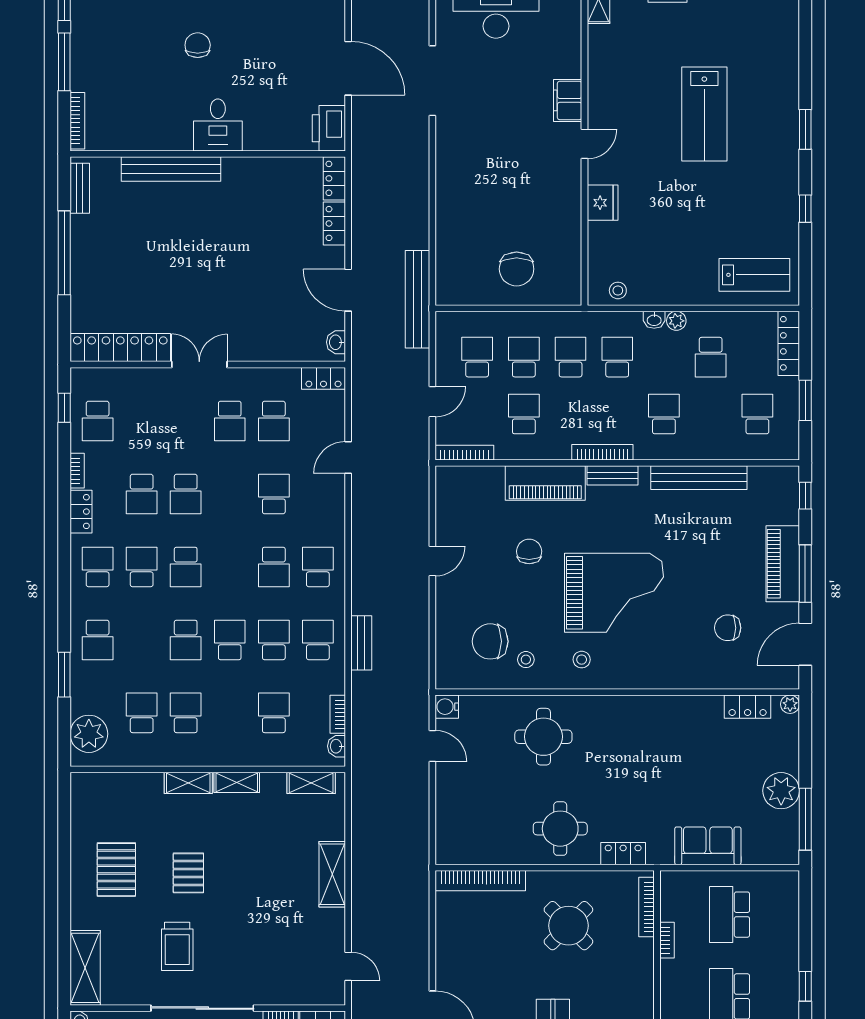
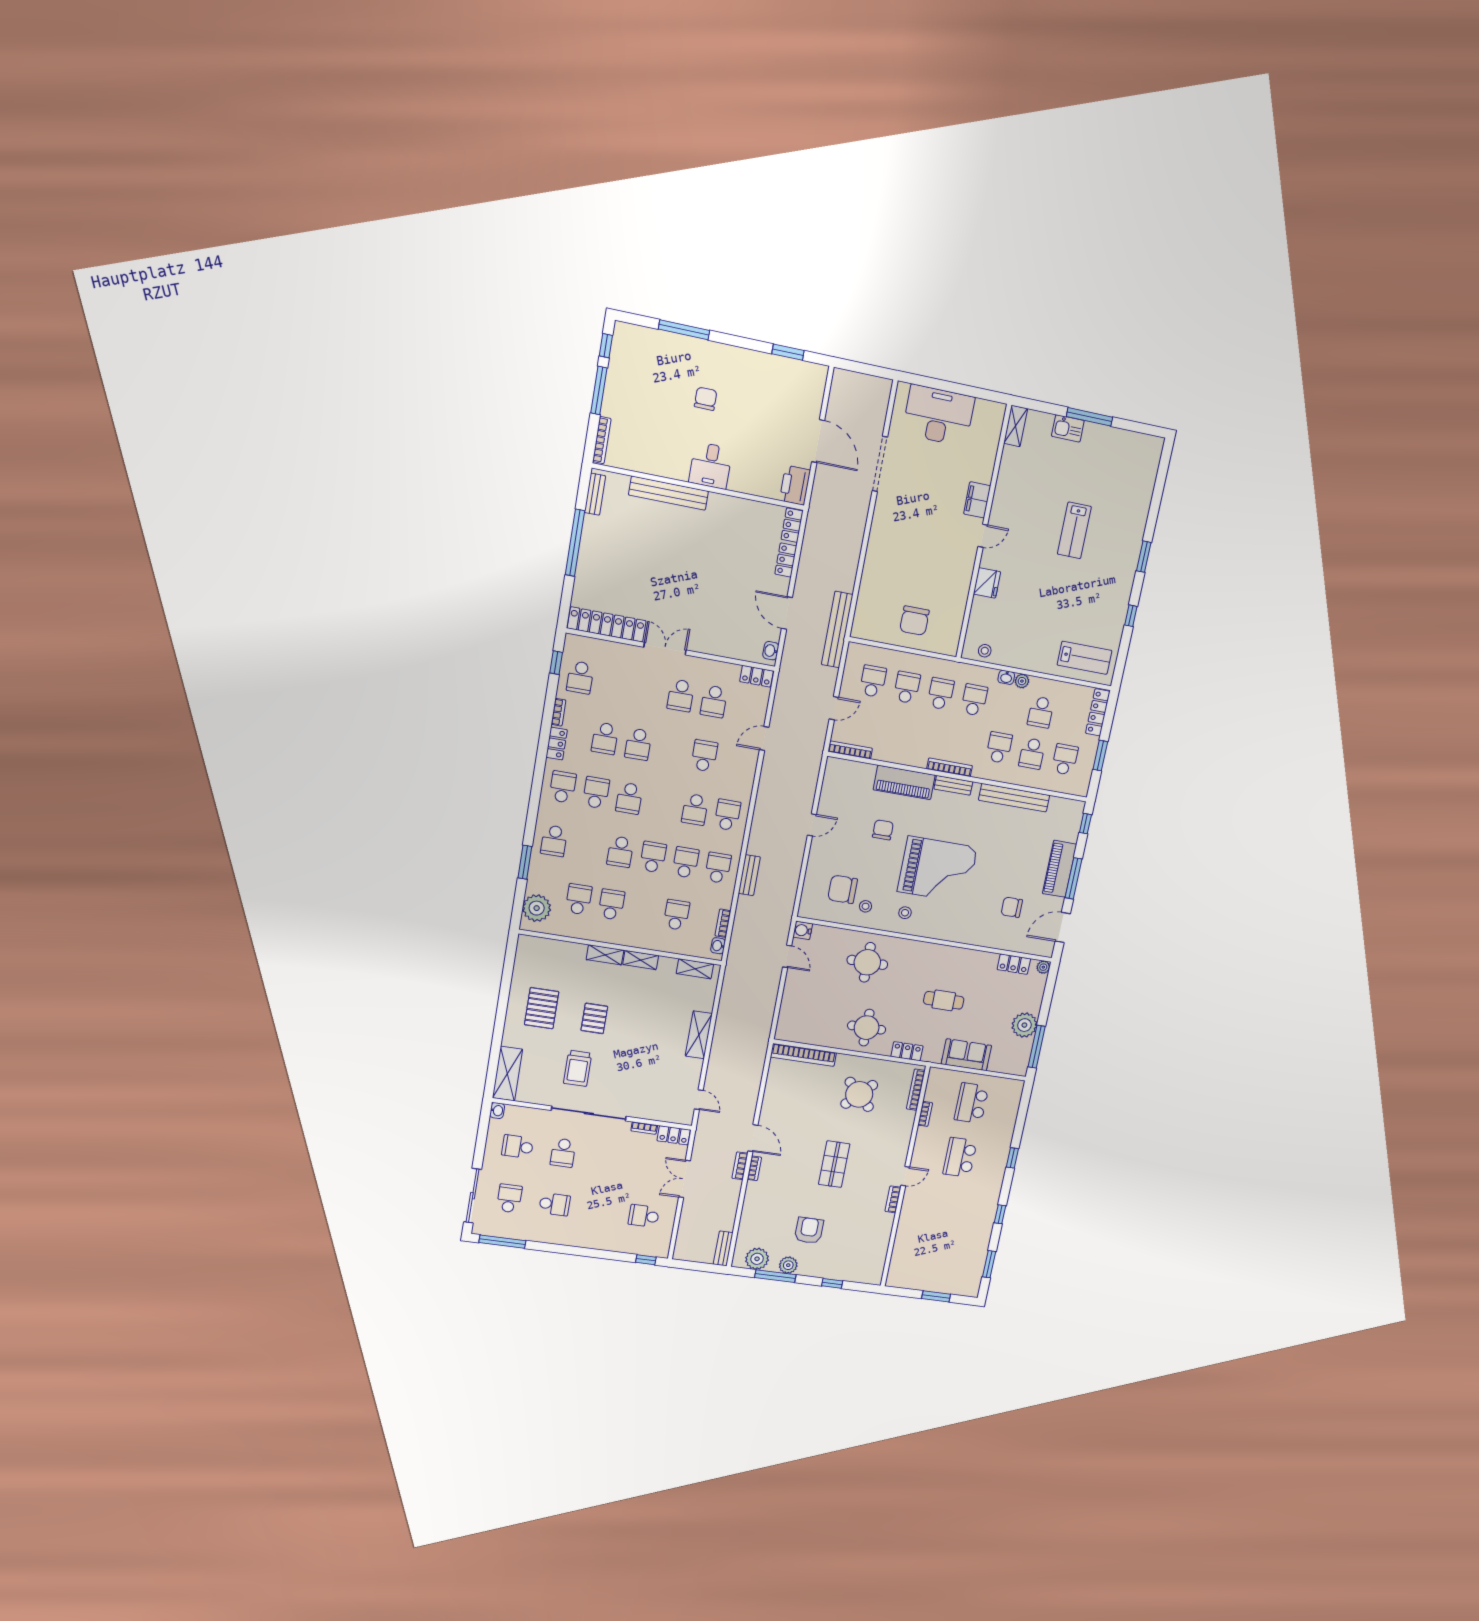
lab bench: (704, 114) -> (1074, 530), width x0.73, depth x0.72
school desk: (524, 414) -> (1032, 753), moved, turned 180
cafe table: (660, 773) -> (944, 1000), added

